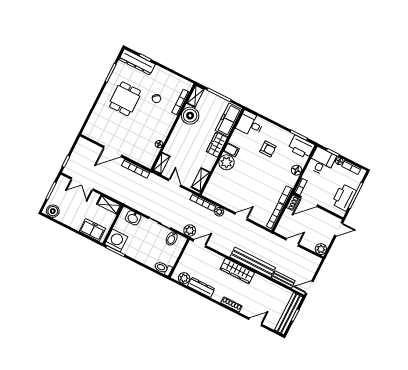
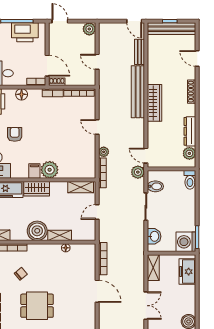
boiler: (190, 116) -> (37, 231), moved
shelving: (161, 163) -> (60, 235), moved

